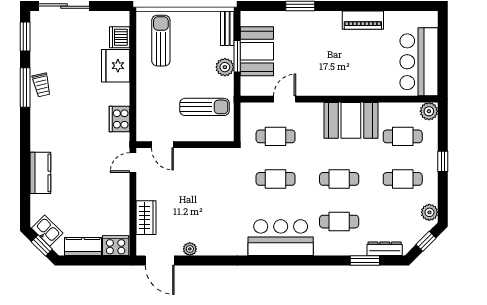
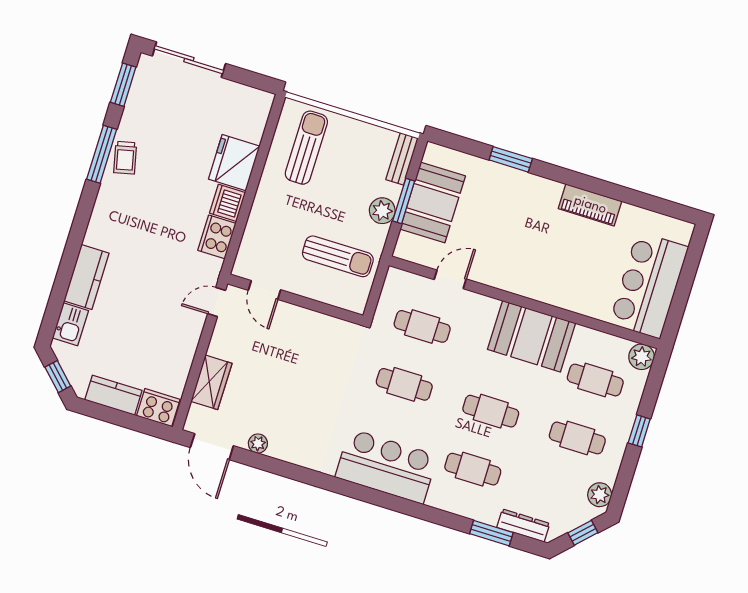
dishwasher: (120, 37) -> (227, 203), moved
kitchen sink: (47, 231) -> (70, 324), moved, turned 45

